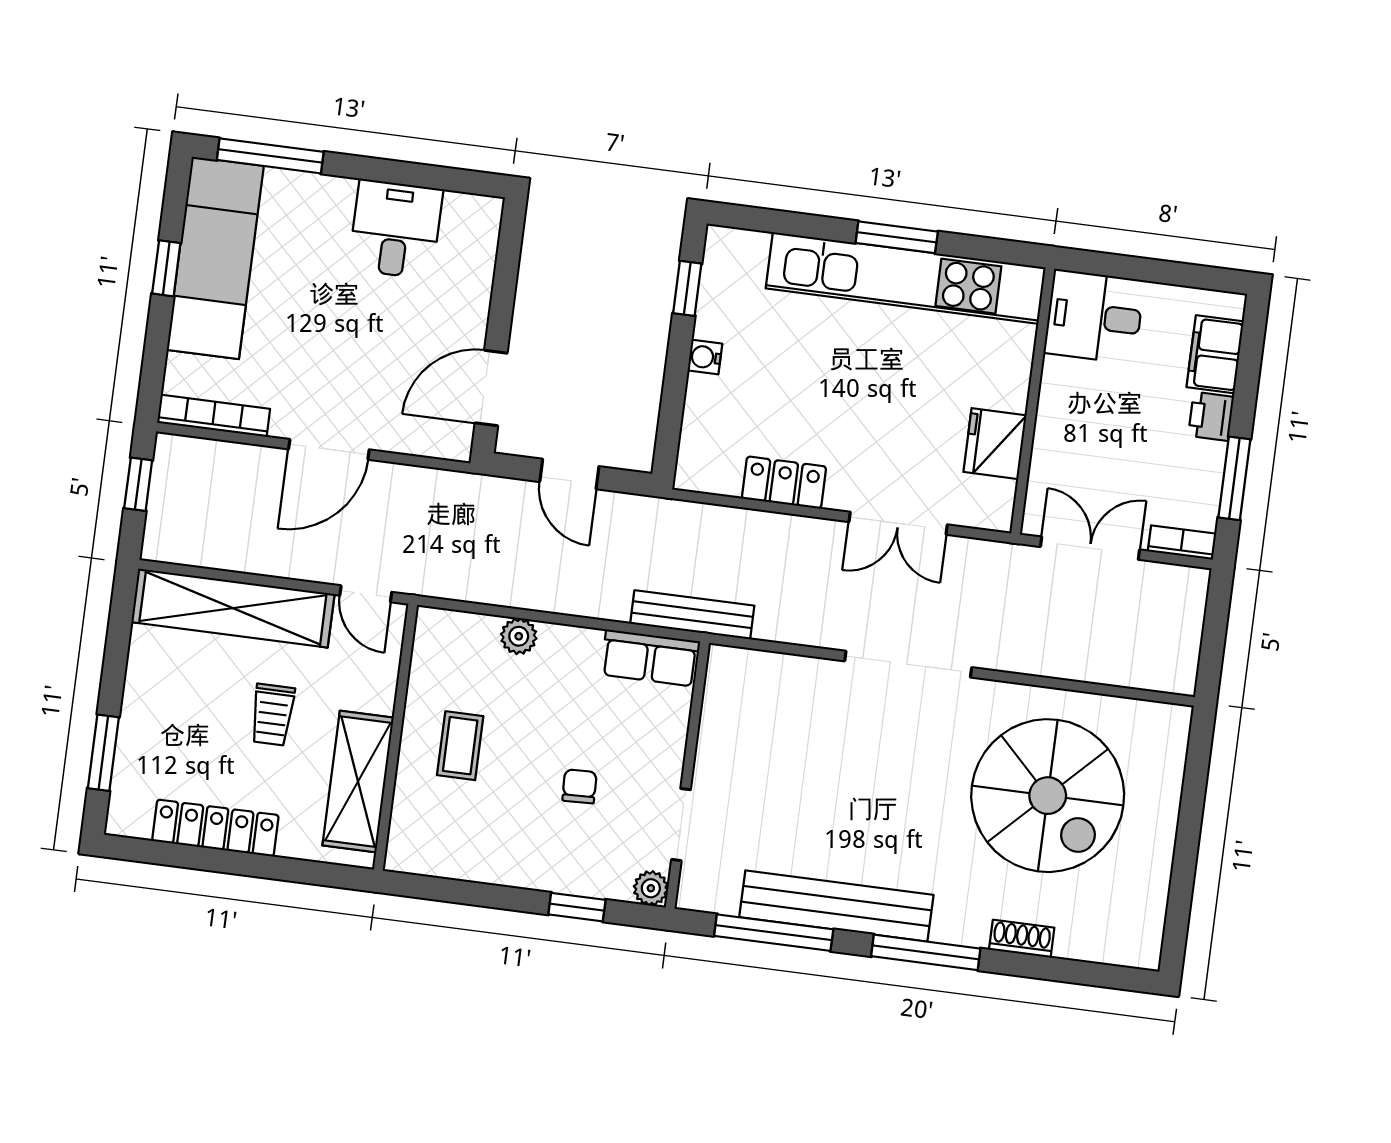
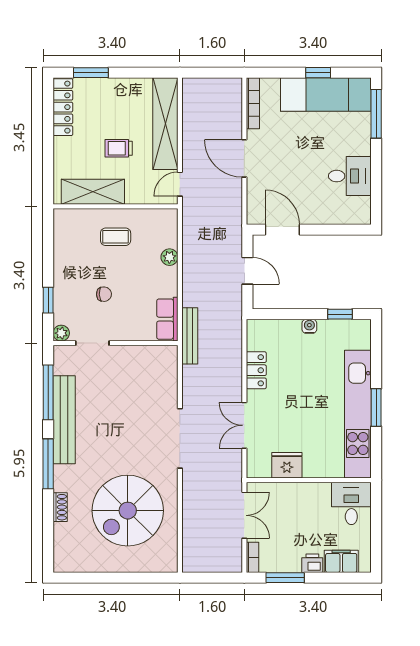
door: (569, 474) -> (247, 271), swing flipped
window: (138, 484) -> (217, 73), removed
locker: (215, 828) -> (63, 107), moved

